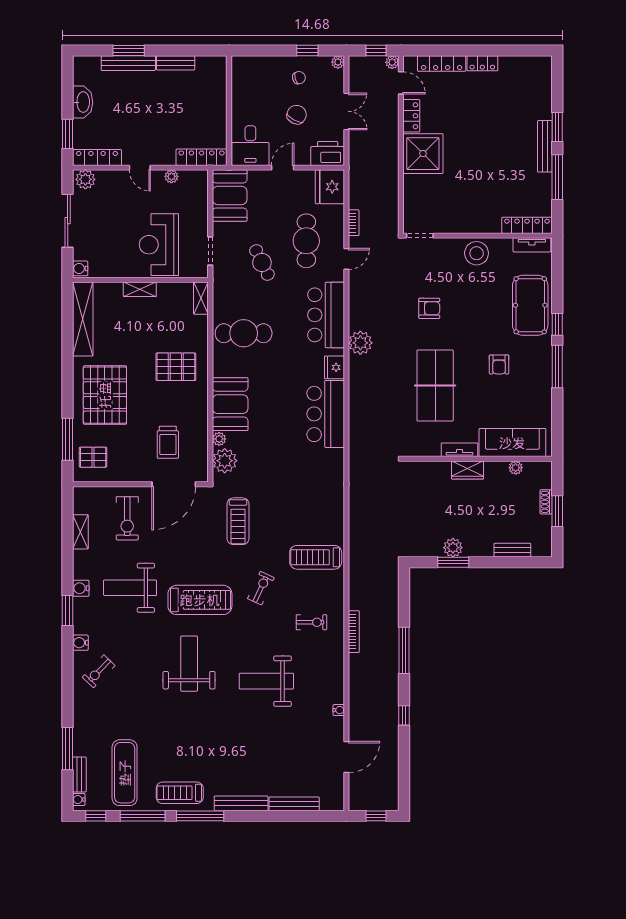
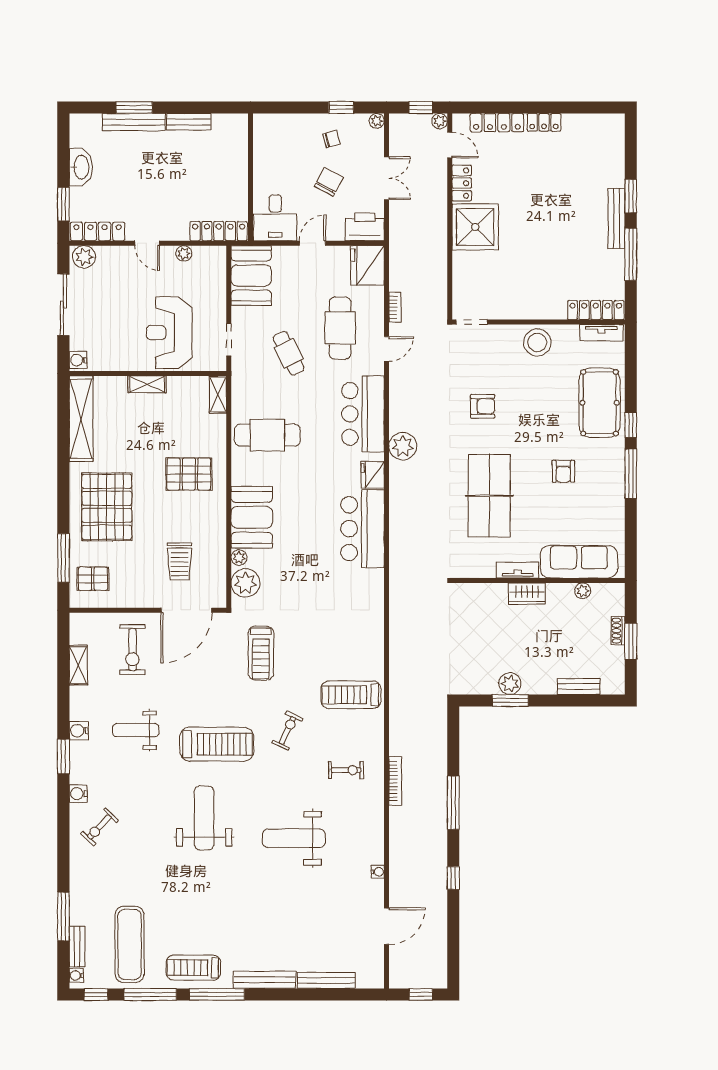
weight bench: (130, 588) -> (136, 730), width x0.73, depth x0.75

